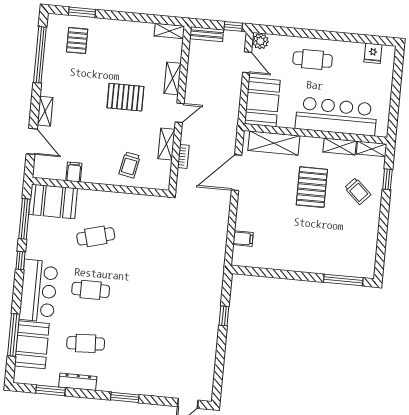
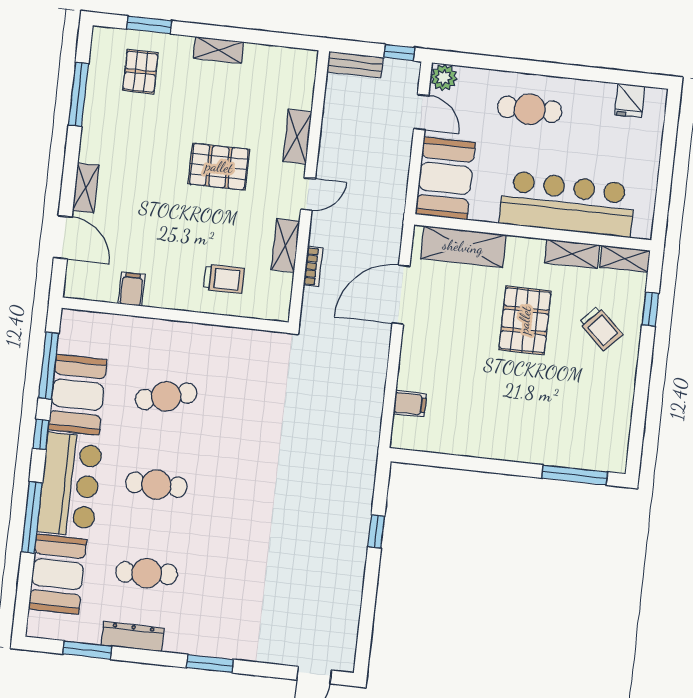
shelving: (169, 31) -> (219, 50), moved
window: (40, 55) -> (79, 94), width x0.68
trolley: (130, 165) -> (224, 279), turned -101
booth: (53, 201) -> (78, 395), moved, turned 90
window: (13, 335) -> (32, 517), moved

